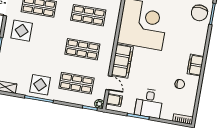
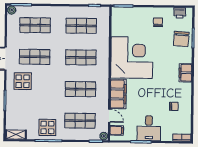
filing cabinet: (195, 65) -> (185, 73), moved

